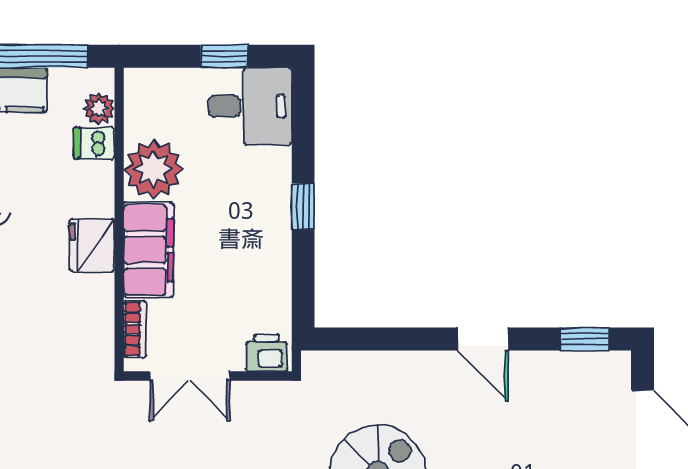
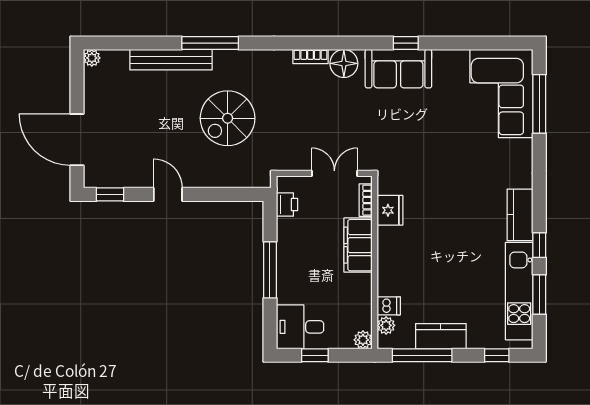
plant: (153, 169) -> (363, 340), moved, width x0.53, depth x0.53
window: (303, 206) -> (270, 270), width x2.17
fridge: (92, 245) -> (390, 210), moved
printer: (266, 353) -> (287, 205), moved, turned -90

